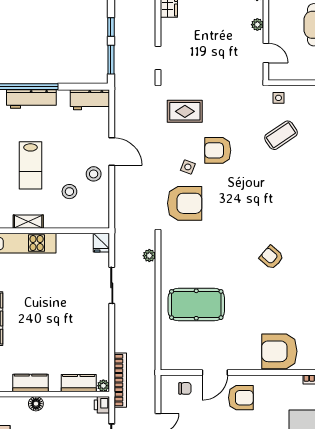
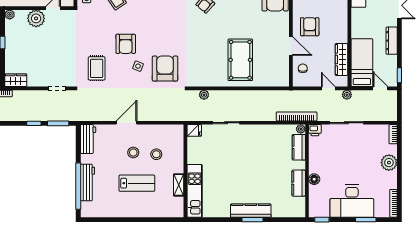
plant: (257, 25) -> (36, 18), width x1.88, depth x1.88
stool: (94, 174) -> (133, 152), moved

